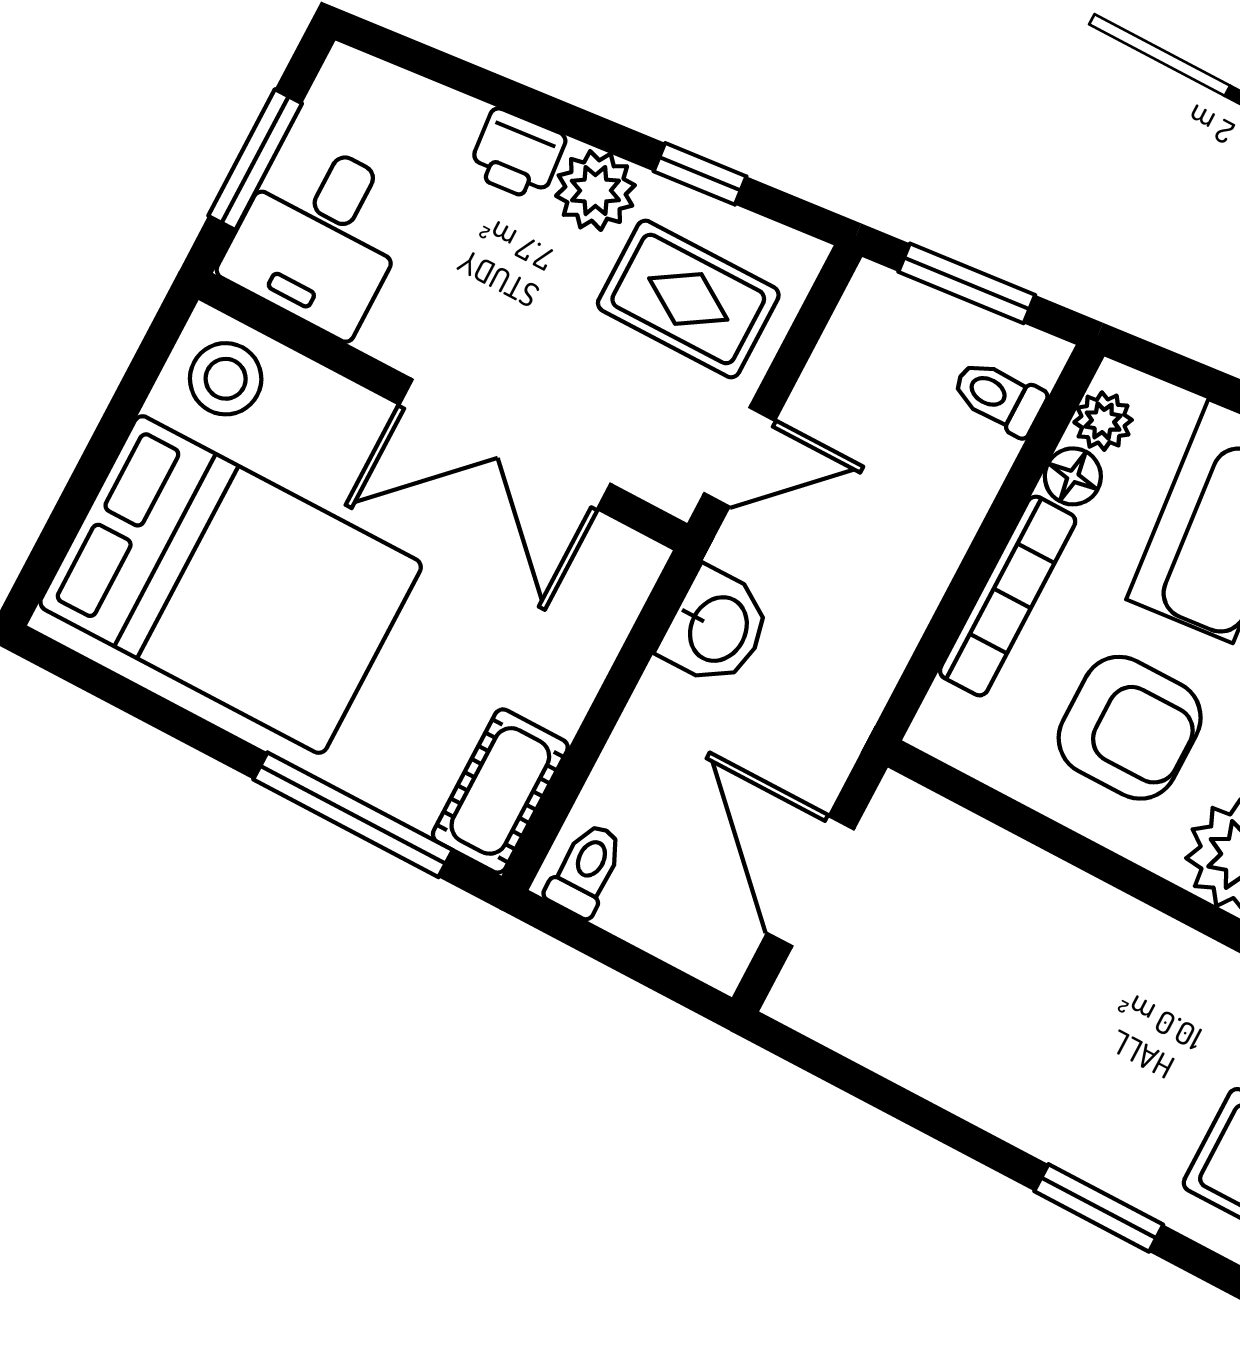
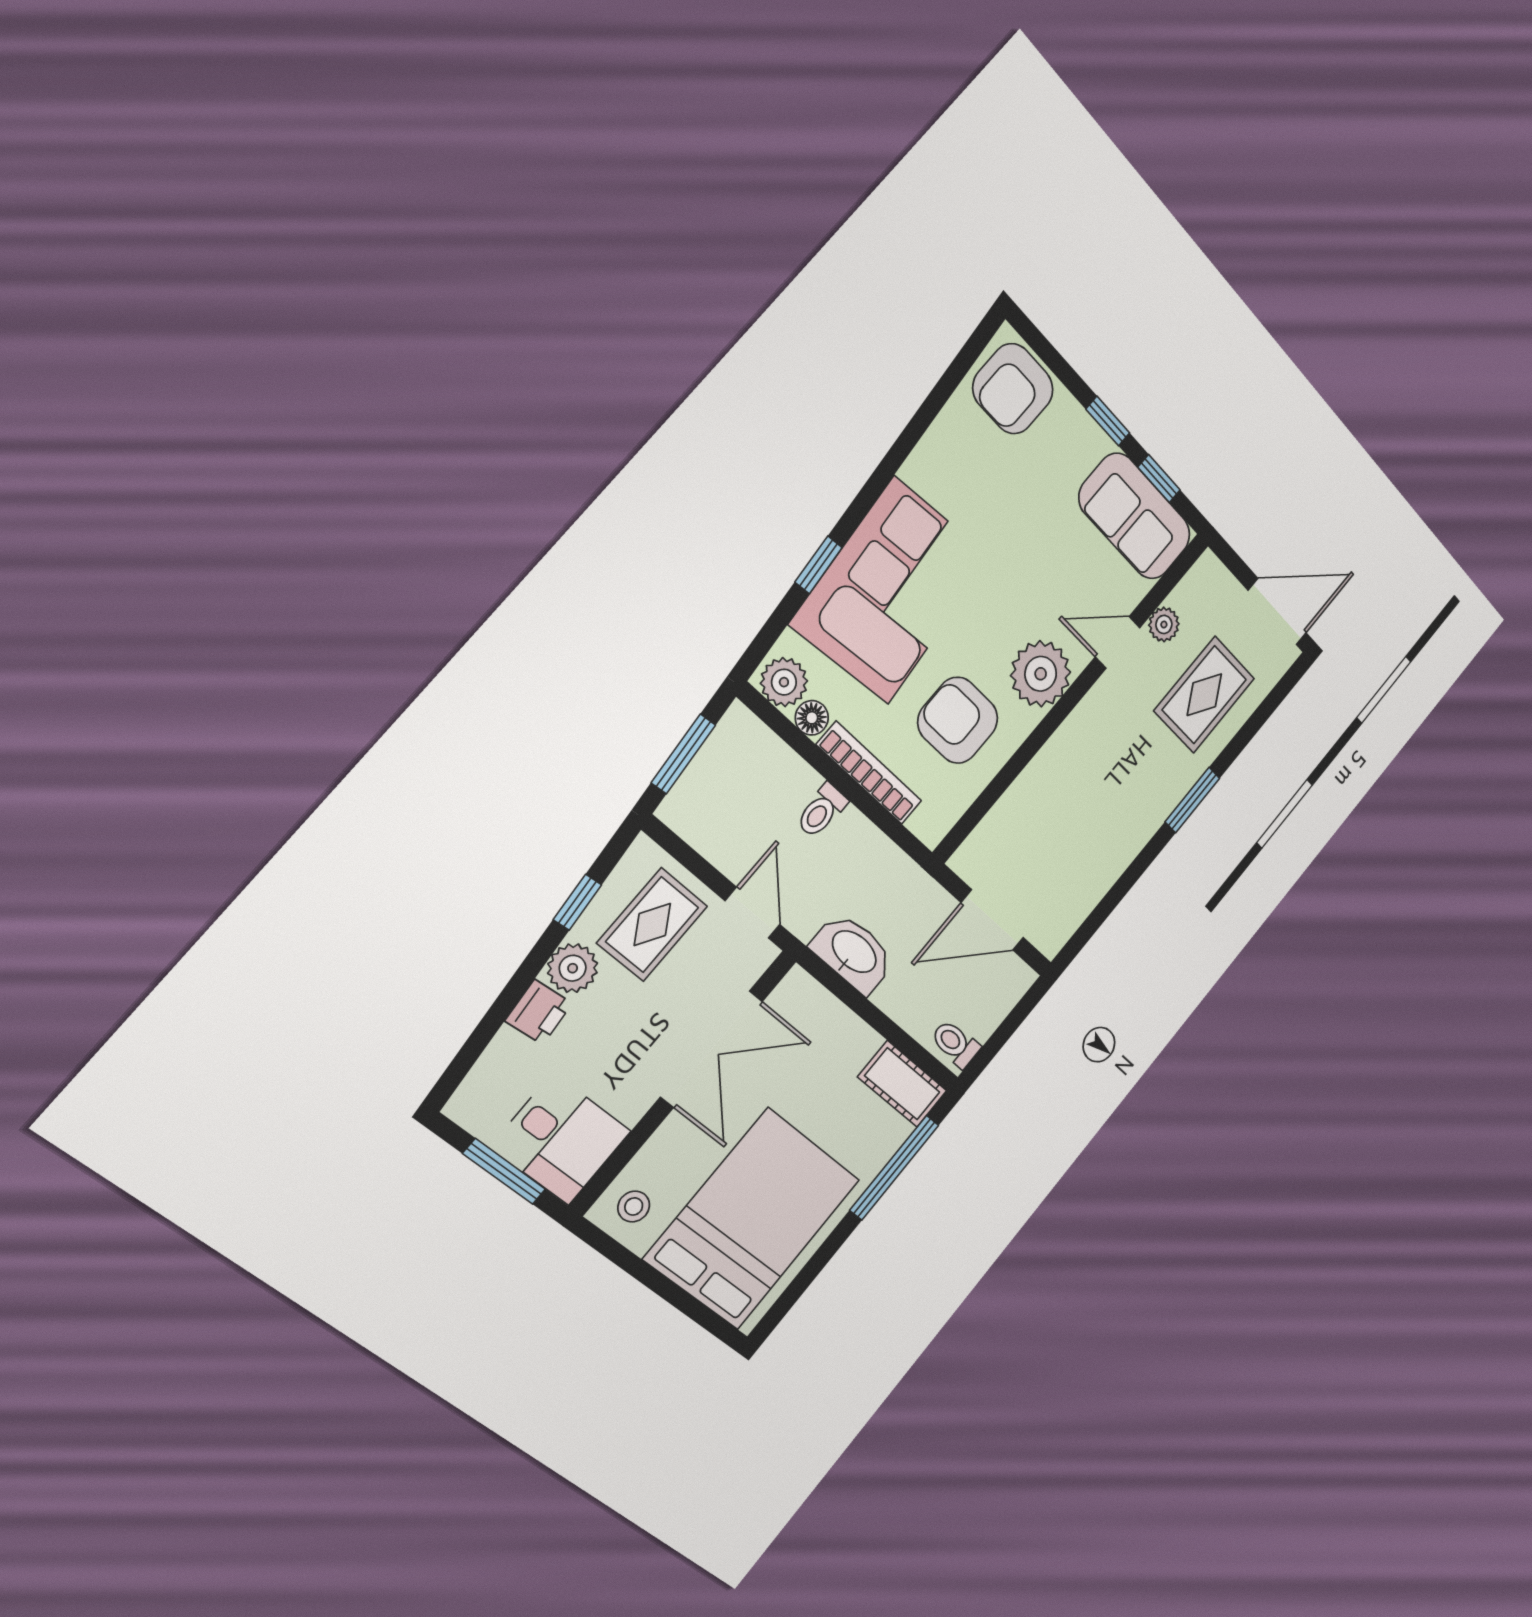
stool: (226, 379) -> (634, 1206), width x0.73, depth x0.73
toilet: (999, 397) -> (822, 811), moved
plant: (1103, 421) -> (784, 682), width x1.38, depth x1.38
washbasin: (716, 628) -> (853, 953), width x1.38
armchair: (1130, 728) -> (958, 720), turned -90

